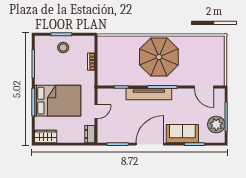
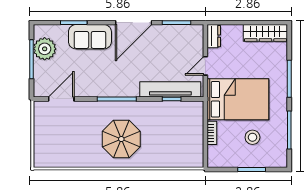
stool: (63, 48) -> (252, 137), moved
parasol: (159, 57) -> (121, 139), width x0.73, depth x0.73
door: (204, 87) -> (61, 99), hinge flipped
tv unit: (149, 94) -> (170, 89), moved
bed: (58, 101) -> (238, 99), moved, turned 180
wardrobe: (46, 136) -> (265, 33), width x1.50

